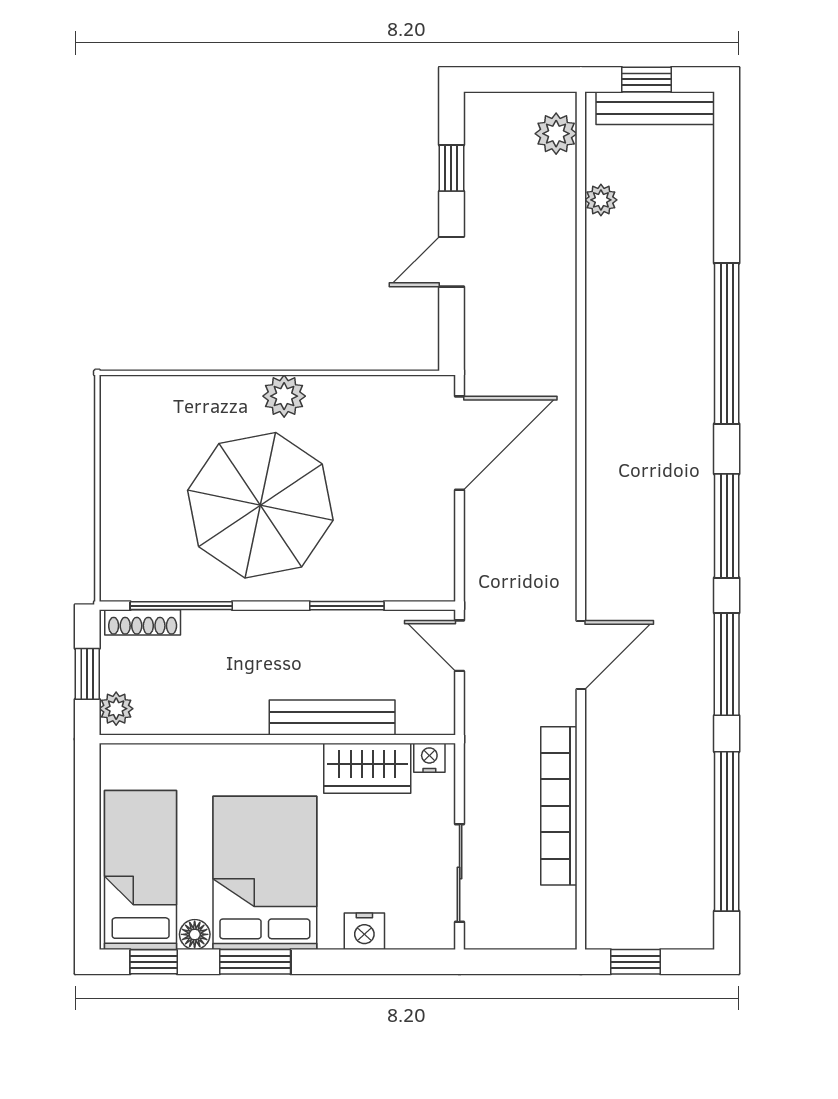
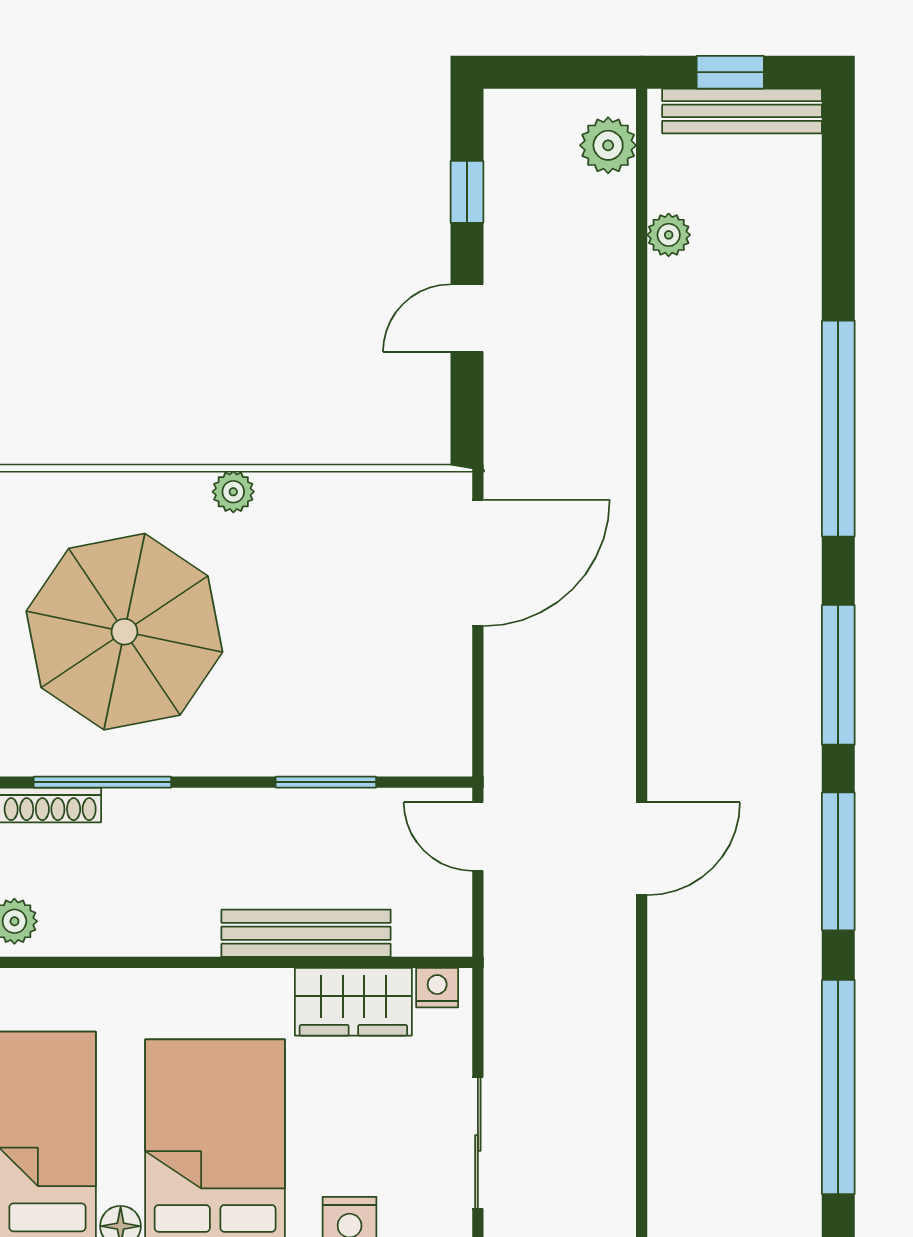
plant: (284, 396) -> (233, 492), width x0.73, depth x0.73
parasol: (260, 505) -> (124, 632), moved
bookcase: (559, 806) -> (612, 1052), removed

